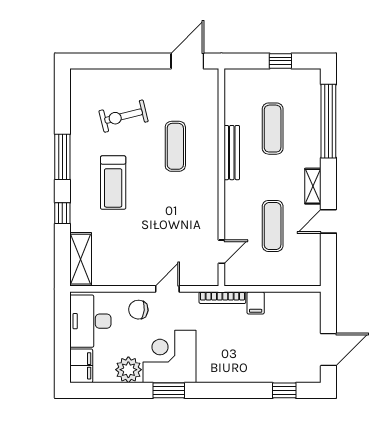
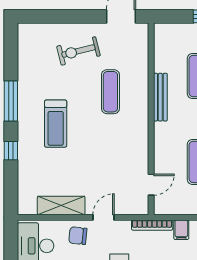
exercise bike: (124, 116) -> (78, 51), moved
shelving: (81, 259) -> (61, 206), moved, turned 90

